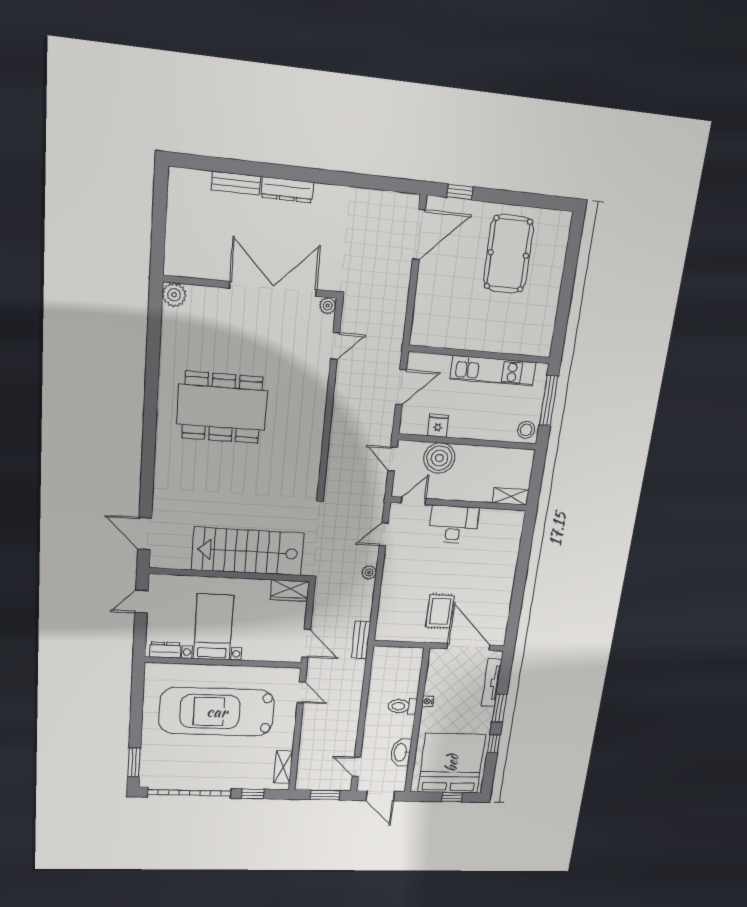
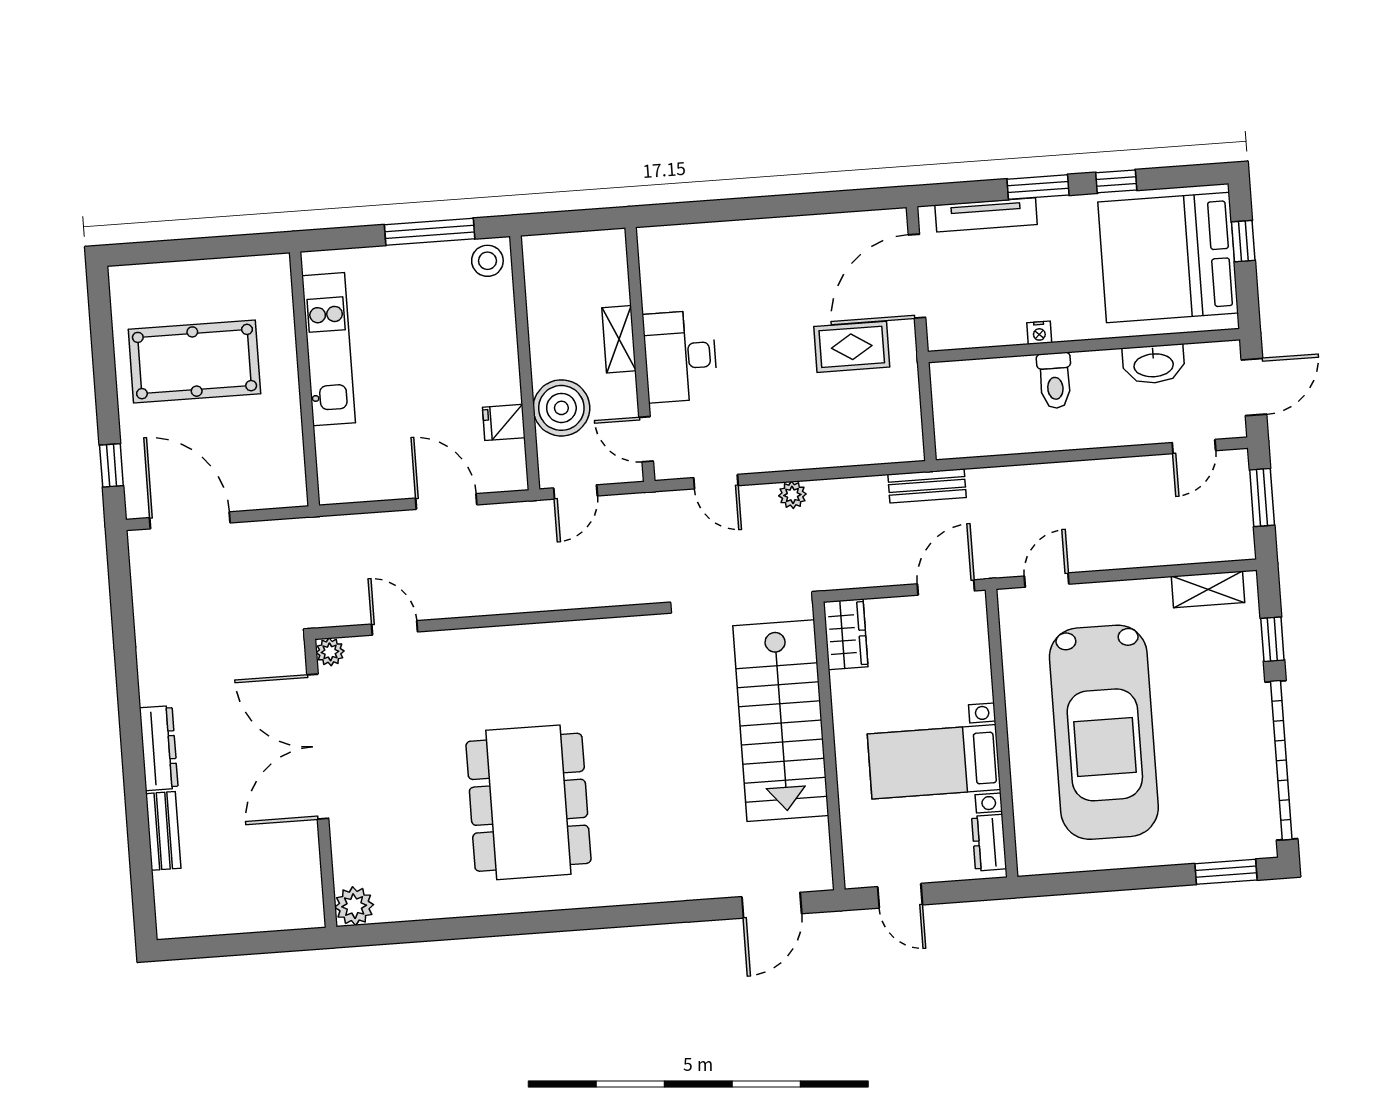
wall: (480, 354) -> (304, 379), moved
kitchen unit: (493, 371) -> (329, 349), moved
shelving: (511, 496) -> (619, 339), moved

